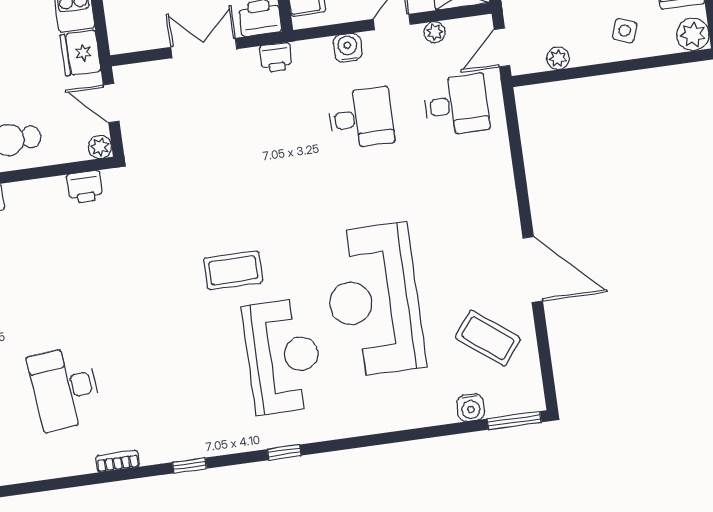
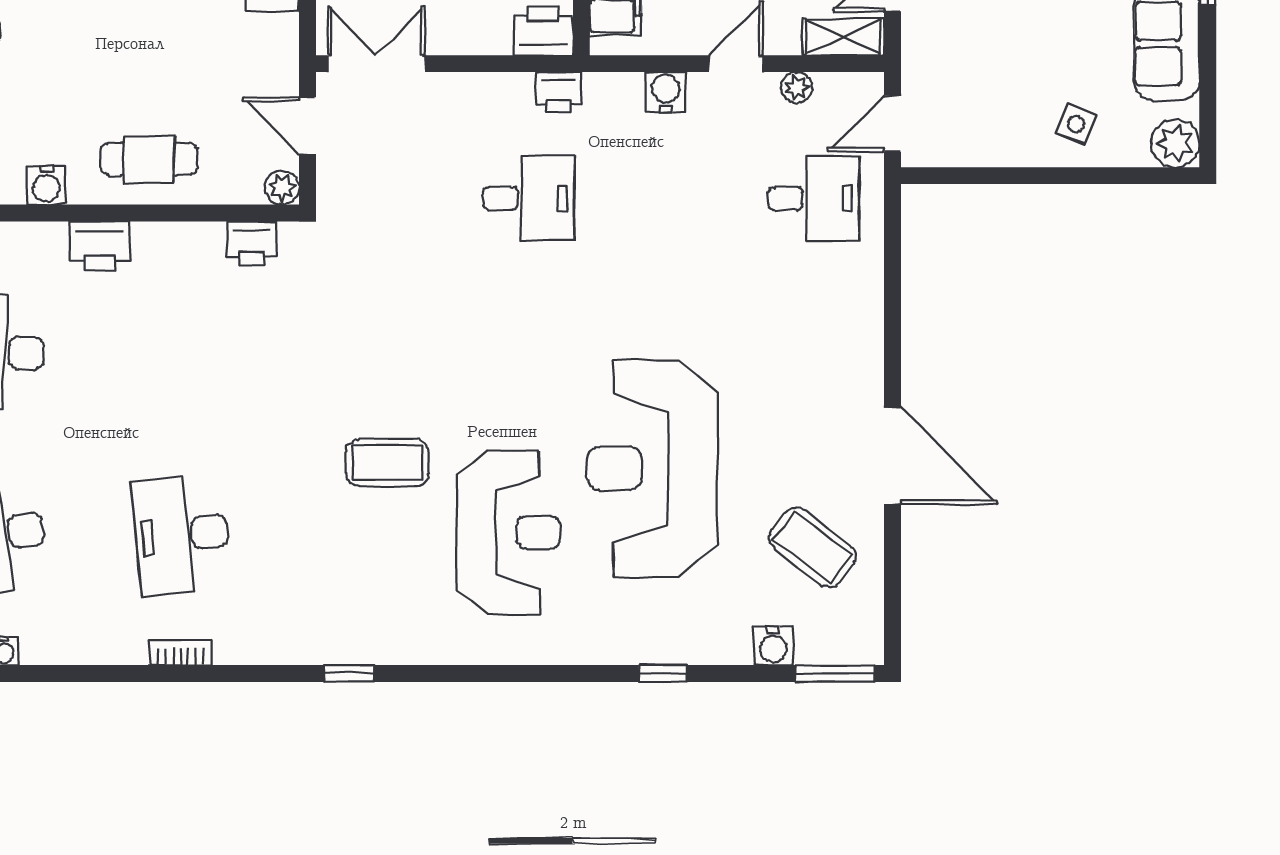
double door: (204, 48) -> (377, 64), moved
fridge: (80, 53) -> (273, 46), removed
plant: (558, 58) -> (973, 151), removed
desk: (361, 118) -> (529, 199), moved
coffee table: (233, 270) -> (387, 463), moved
window: (284, 452) -> (663, 674), moved
bookcase: (118, 461) -> (181, 653), moved

